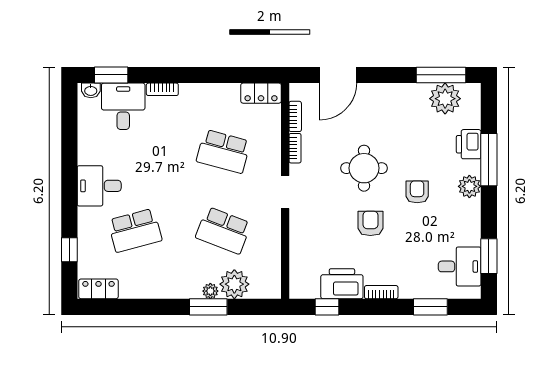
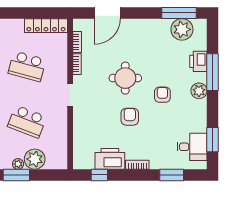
locker: (261, 93) -> (46, 26), width x1.53

